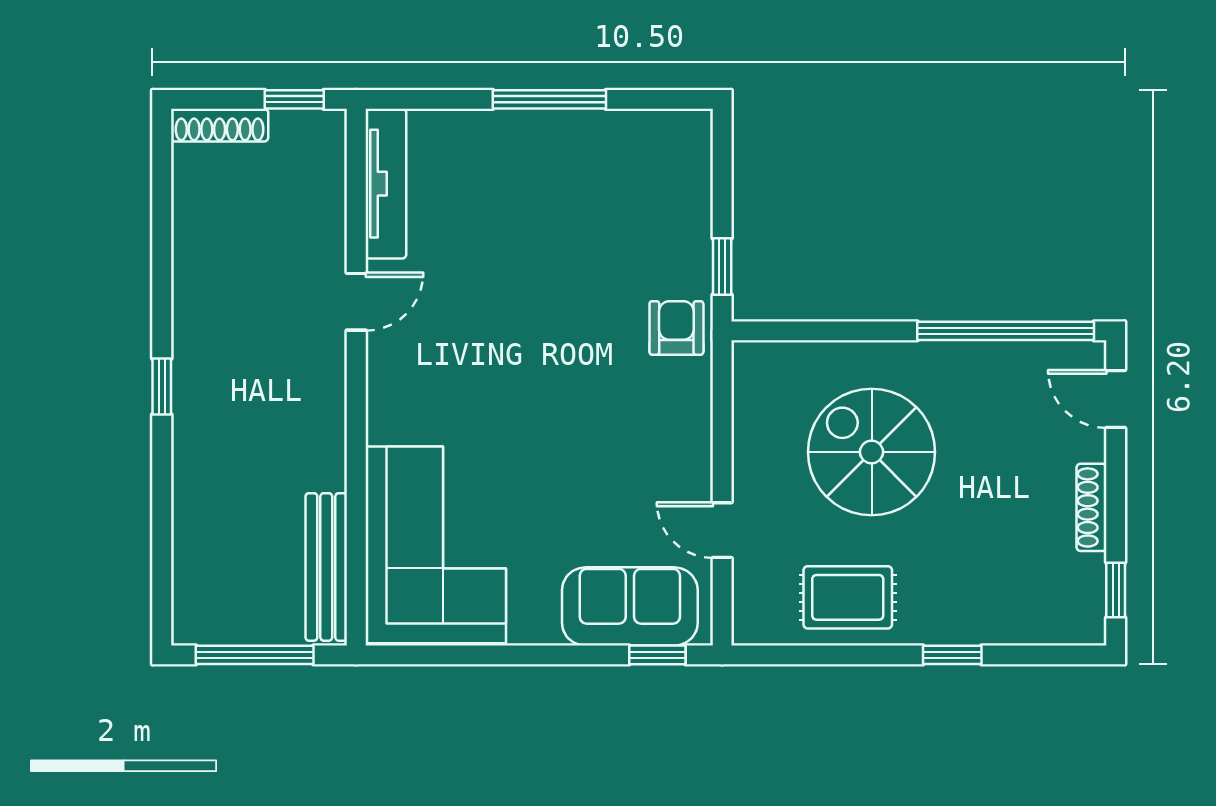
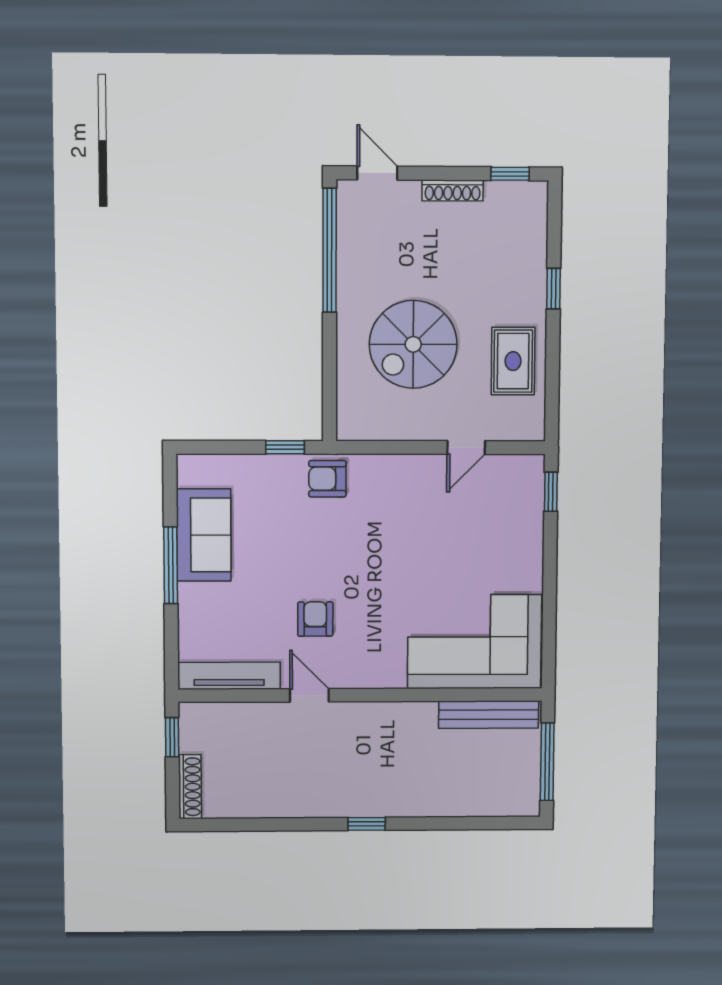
armchair: (470, 310) -> (315, 619), added
door: (1116, 399) -> (377, 173), swing flipped
sofa: (630, 606) -> (204, 535), moved, turned 180

